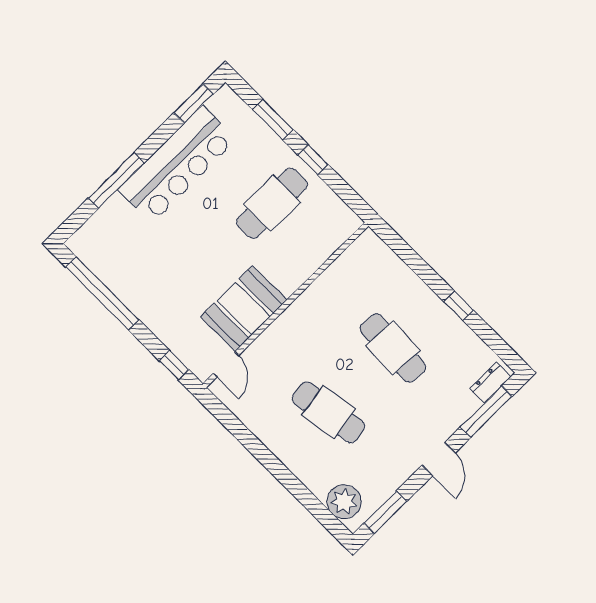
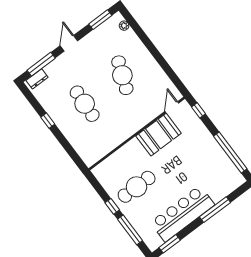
window: (273, 120) -> (130, 230), width x1.44
cafe table: (328, 412) -> (122, 75), turned 30
plant: (344, 502) -> (124, 26), width x0.53, depth x0.53

